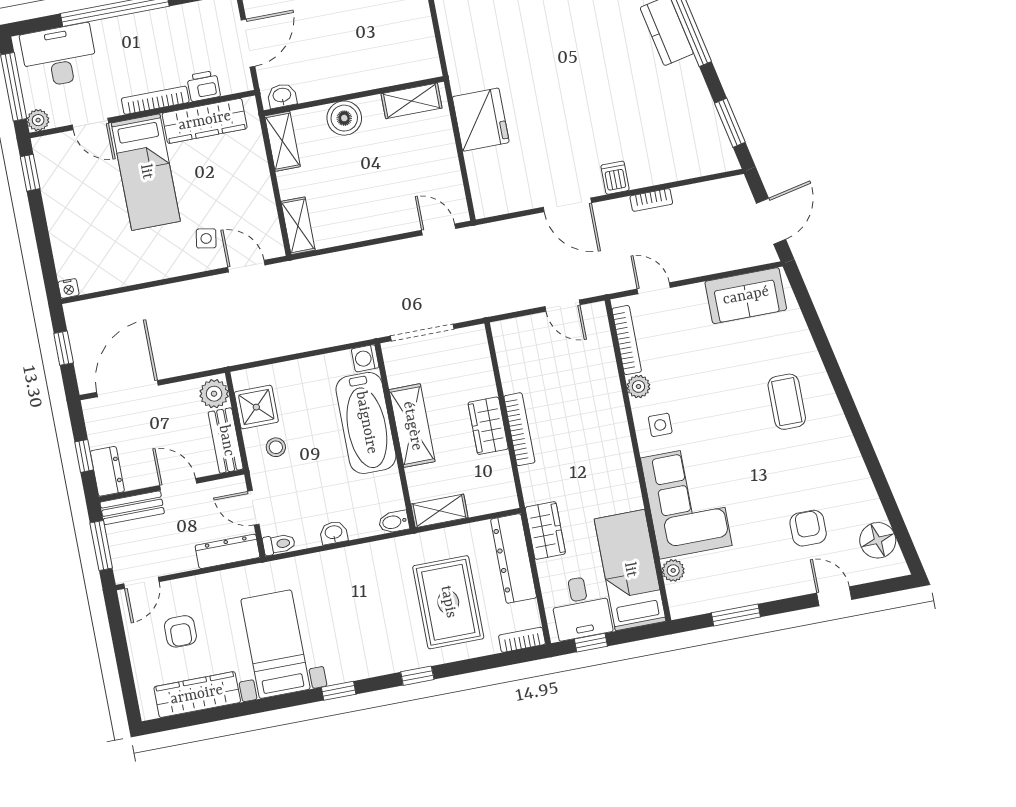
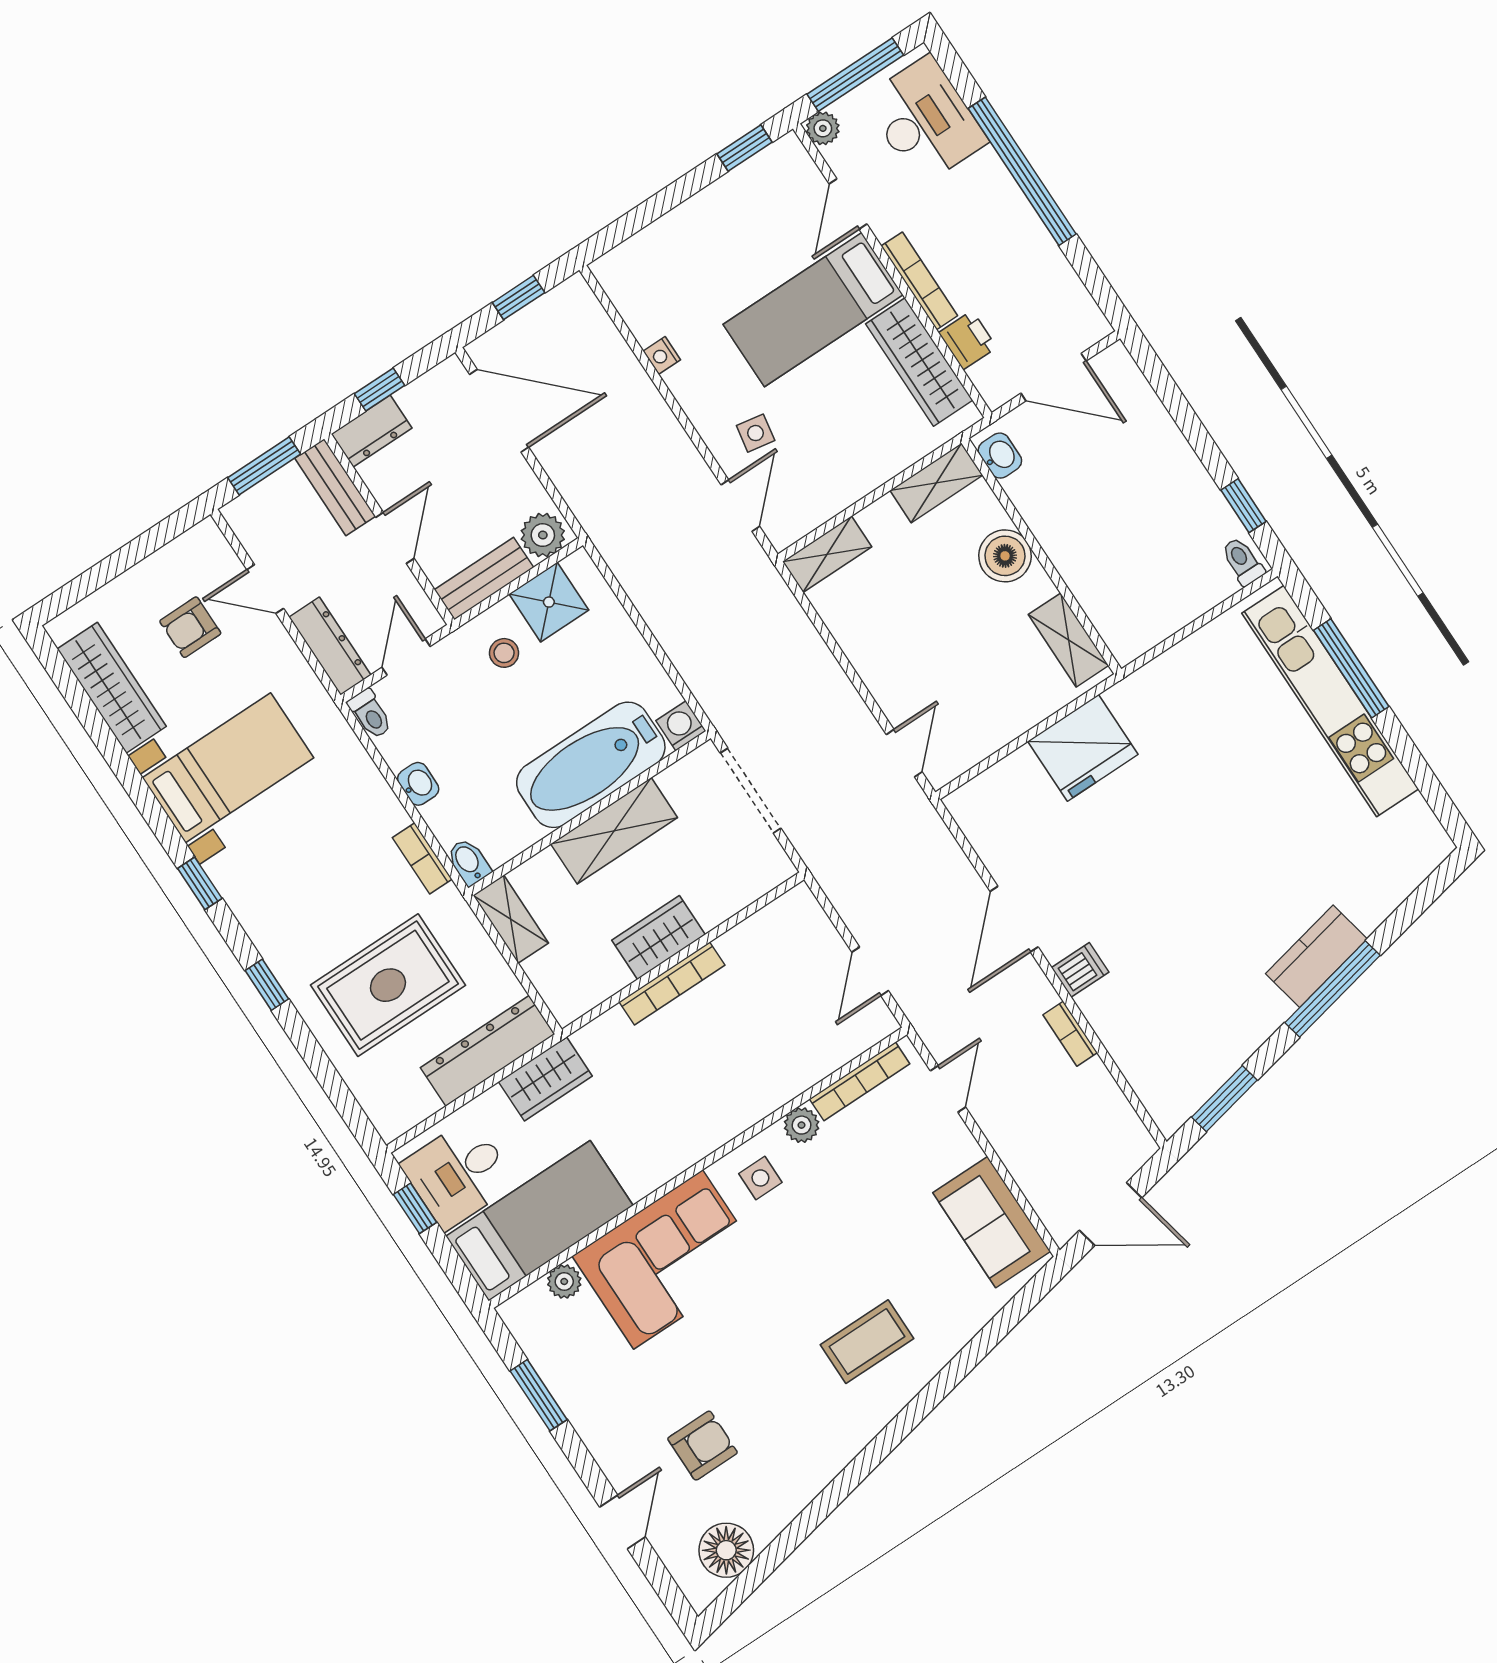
nightstand: (68, 288) -> (662, 355), moved
door: (141, 583) -> (265, 589), moved
bookcase: (522, 640) -> (422, 858), moved, turned 180

